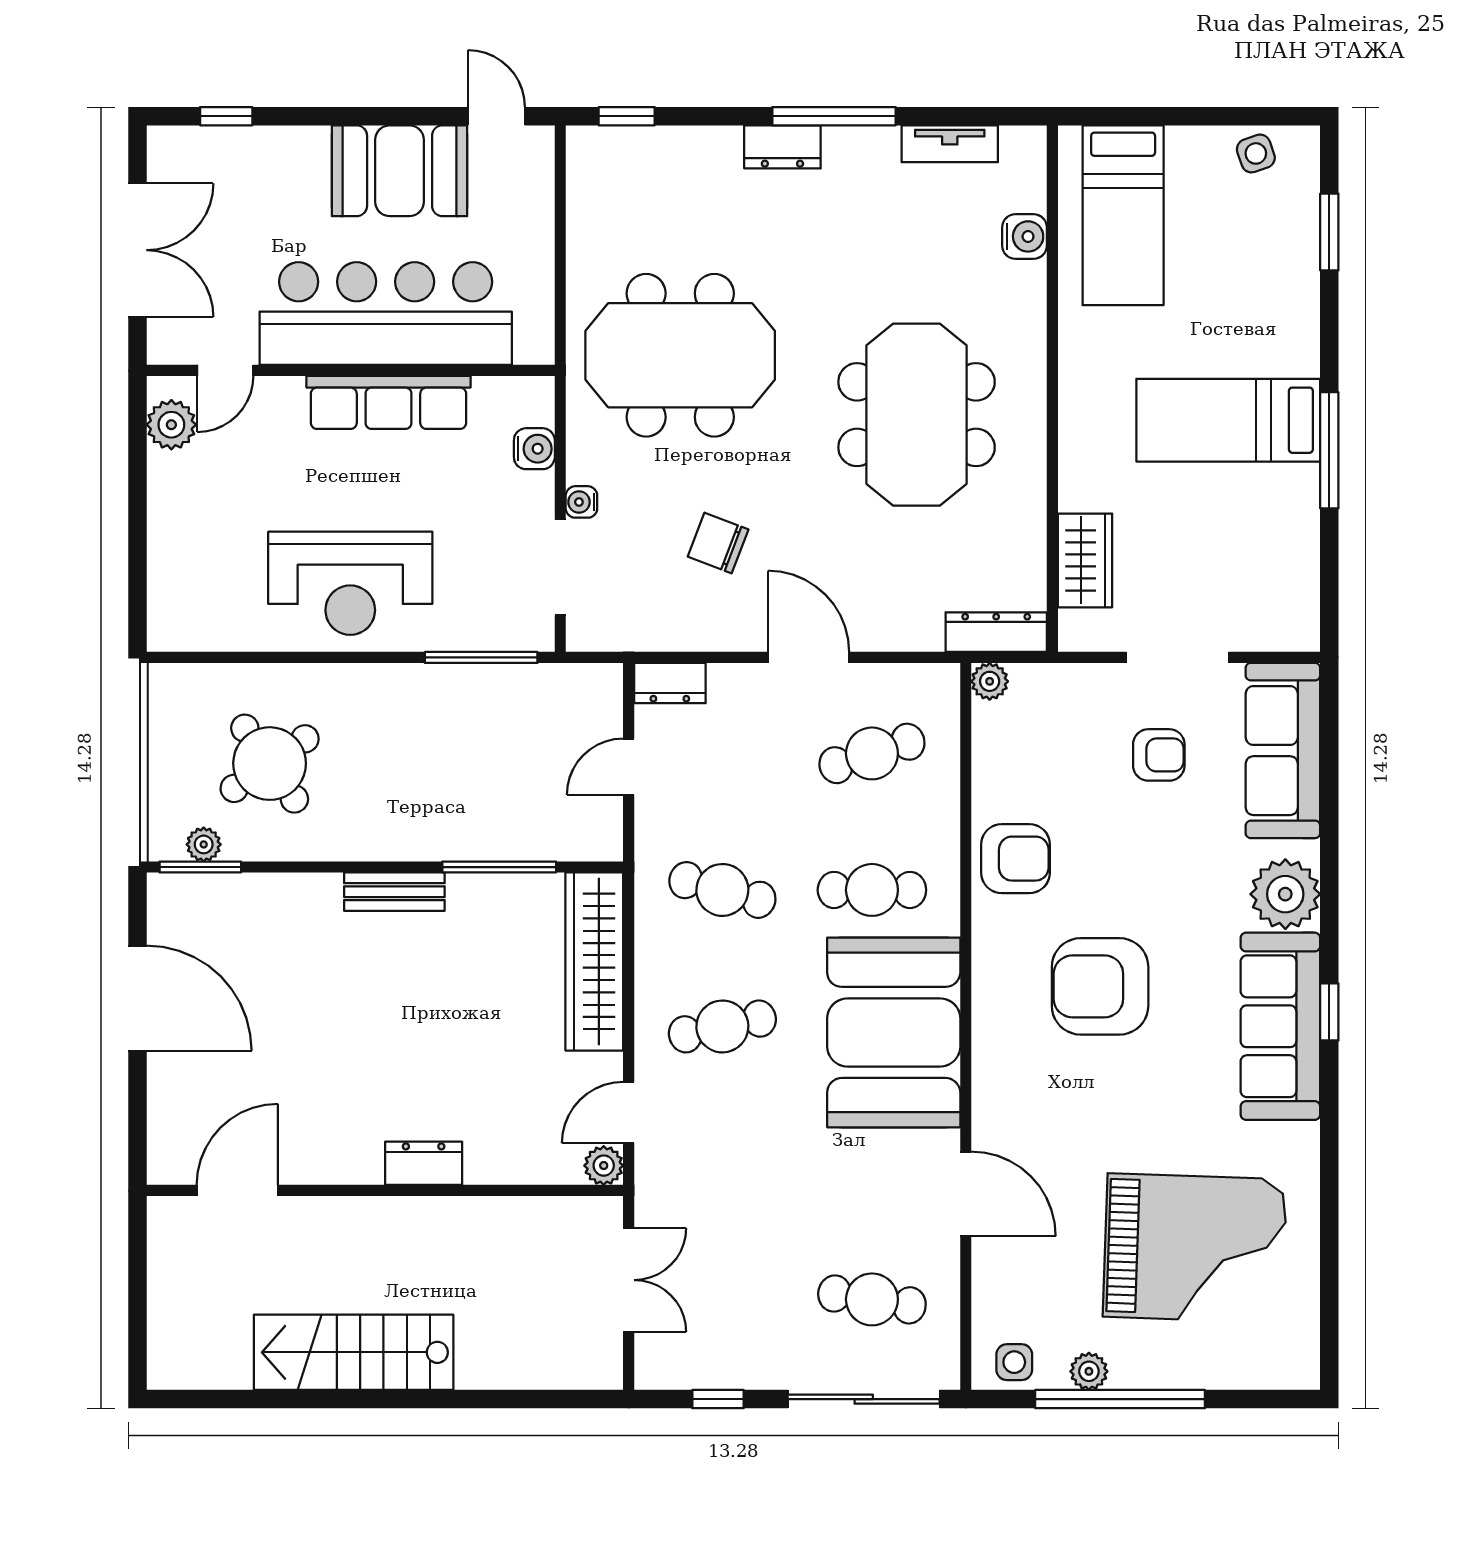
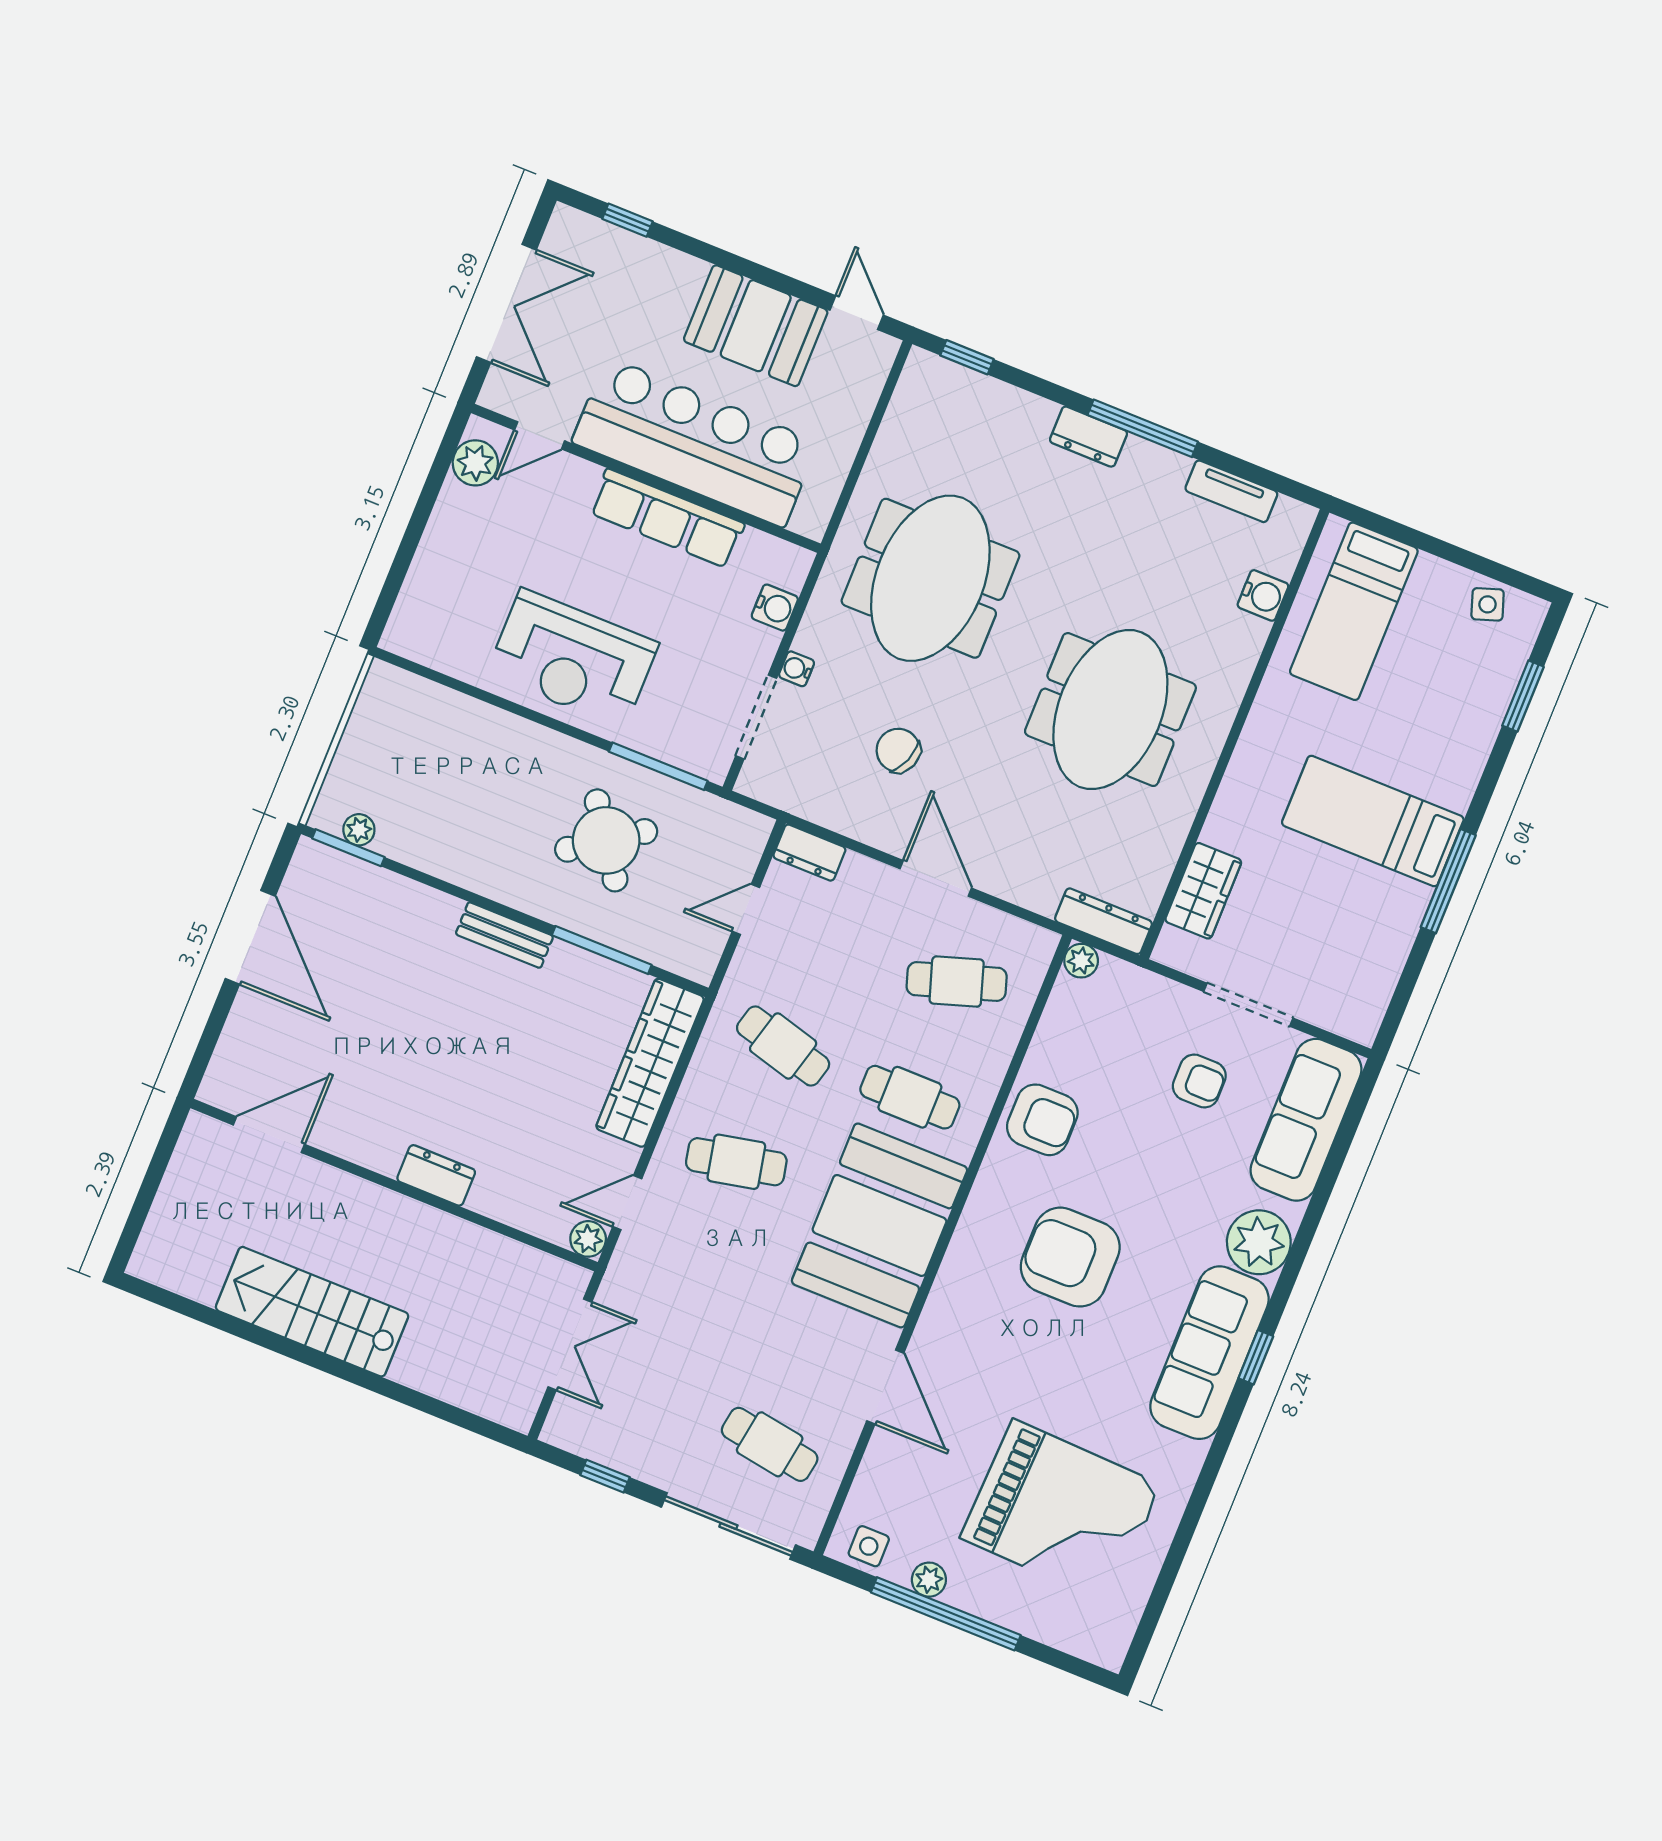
meeting table: (680, 355) -> (930, 578), turned 90
round table: (270, 764) -> (606, 840), moved

